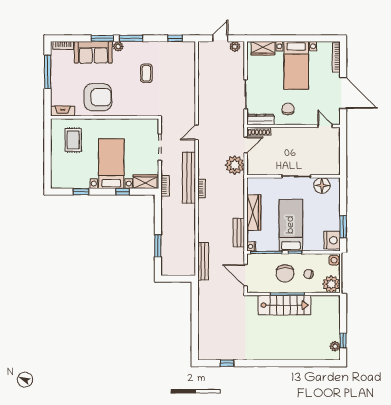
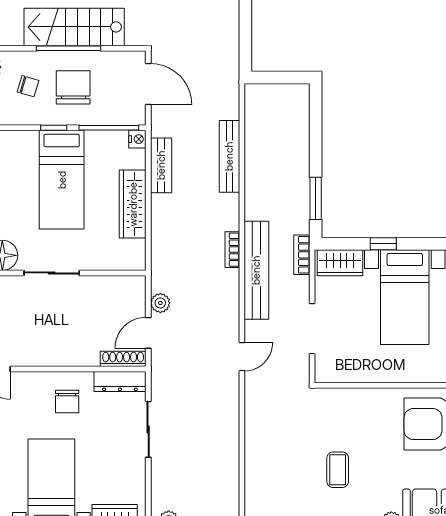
plant: (235, 165) -> (160, 303), width x0.53, depth x0.53
window: (158, 246) -> (316, 198), moved
bench: (203, 261) -> (229, 156), moved

